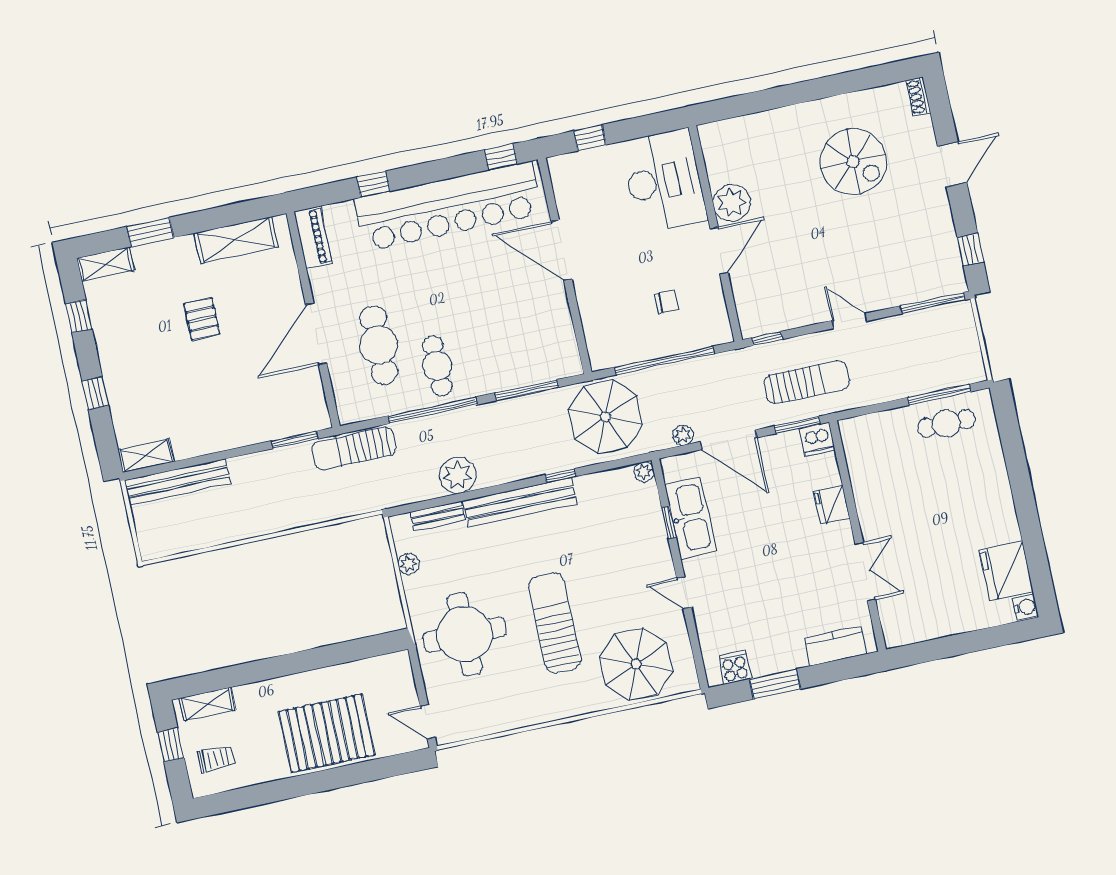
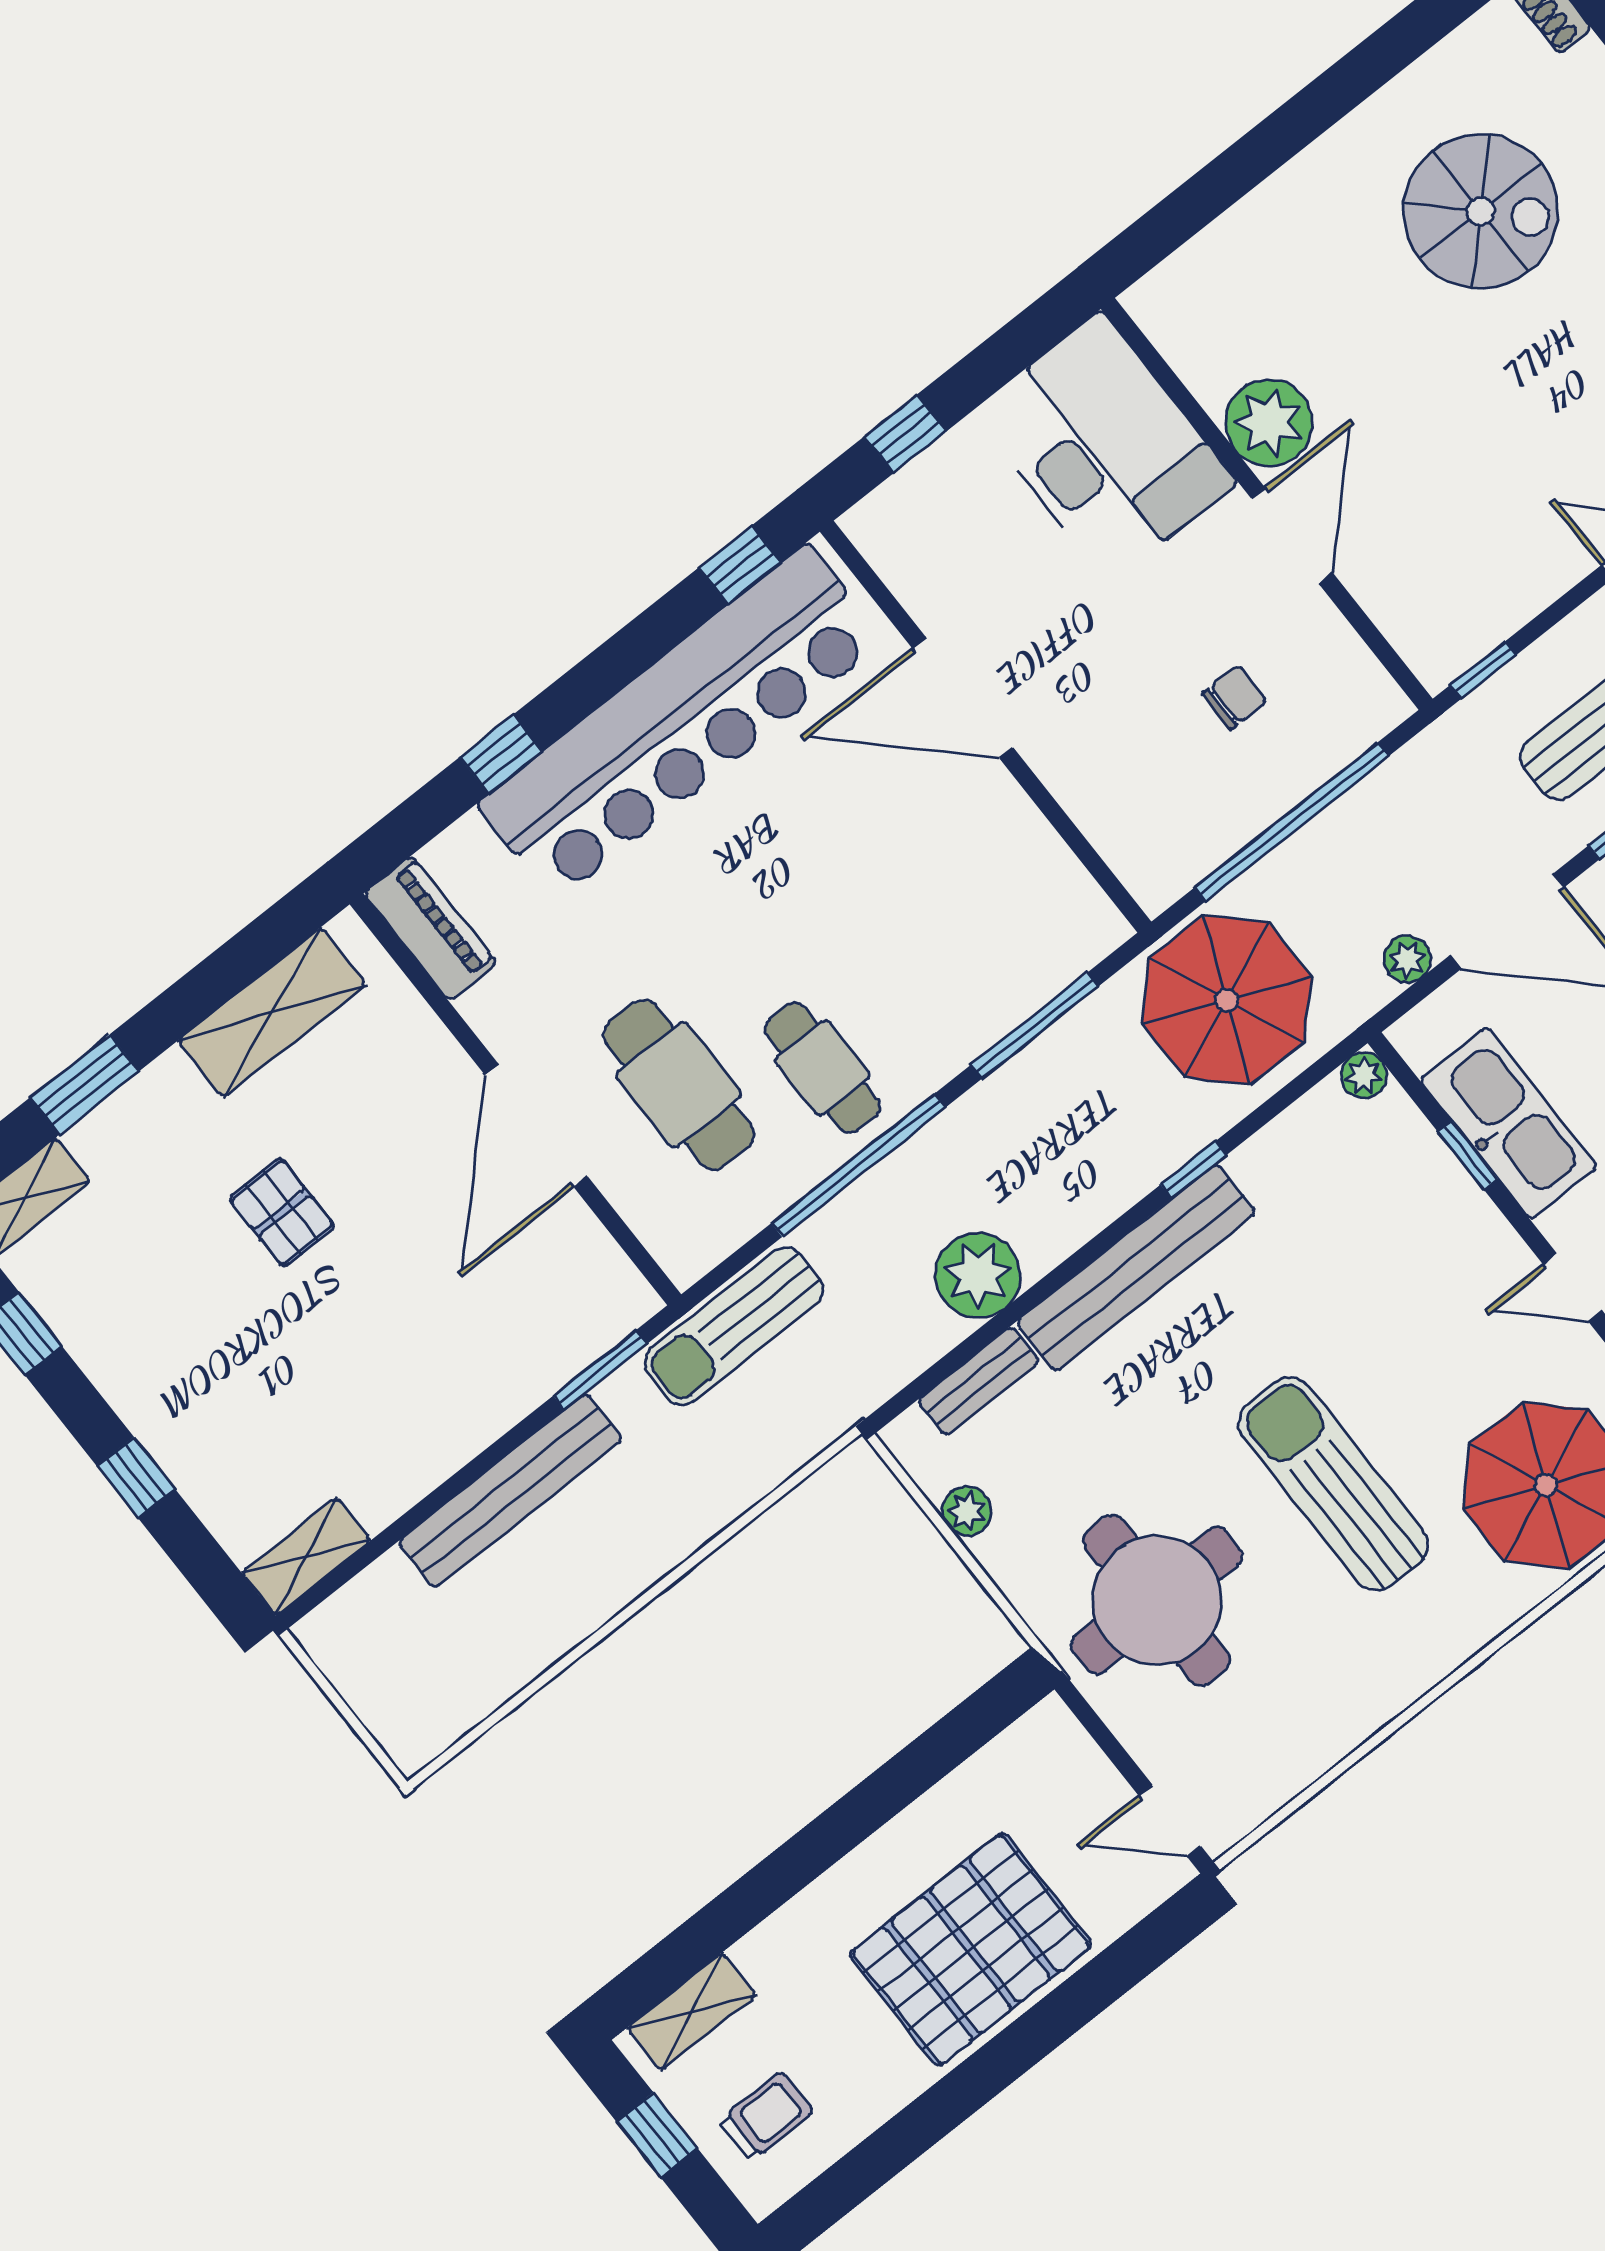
bench: (178, 482) -> (511, 1490), moved

